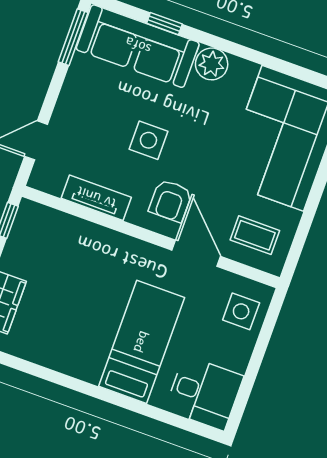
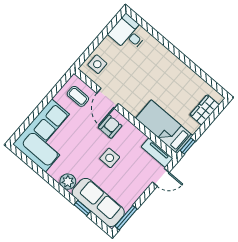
tv unit: (96, 198) -> (157, 153), moved
bed: (142, 342) -> (164, 127), moved, turned 90

